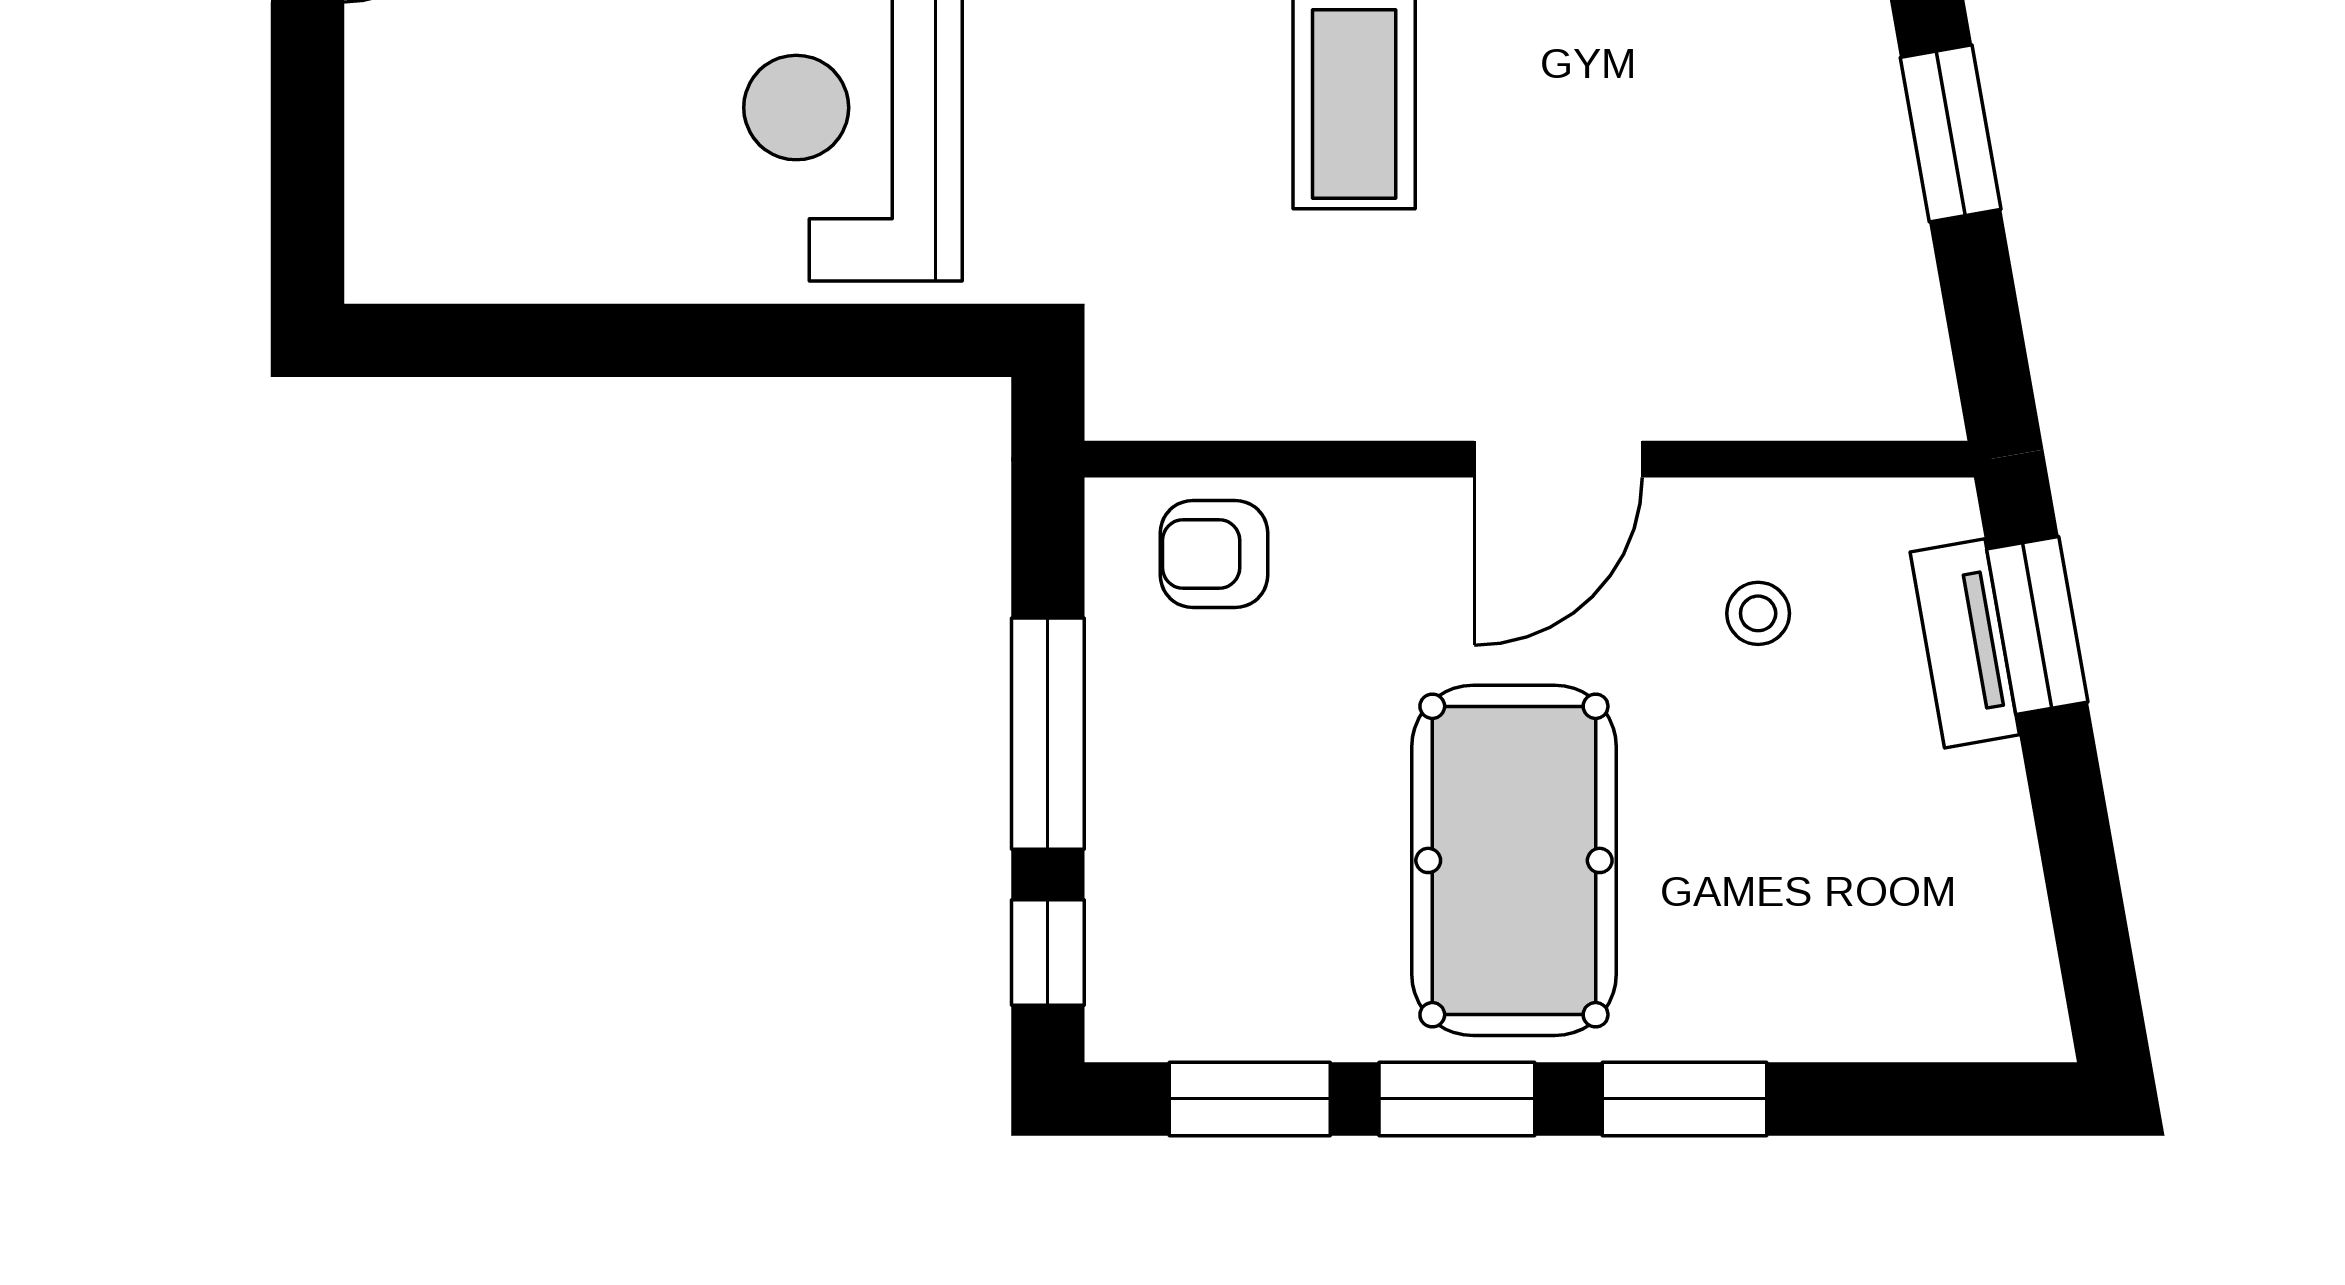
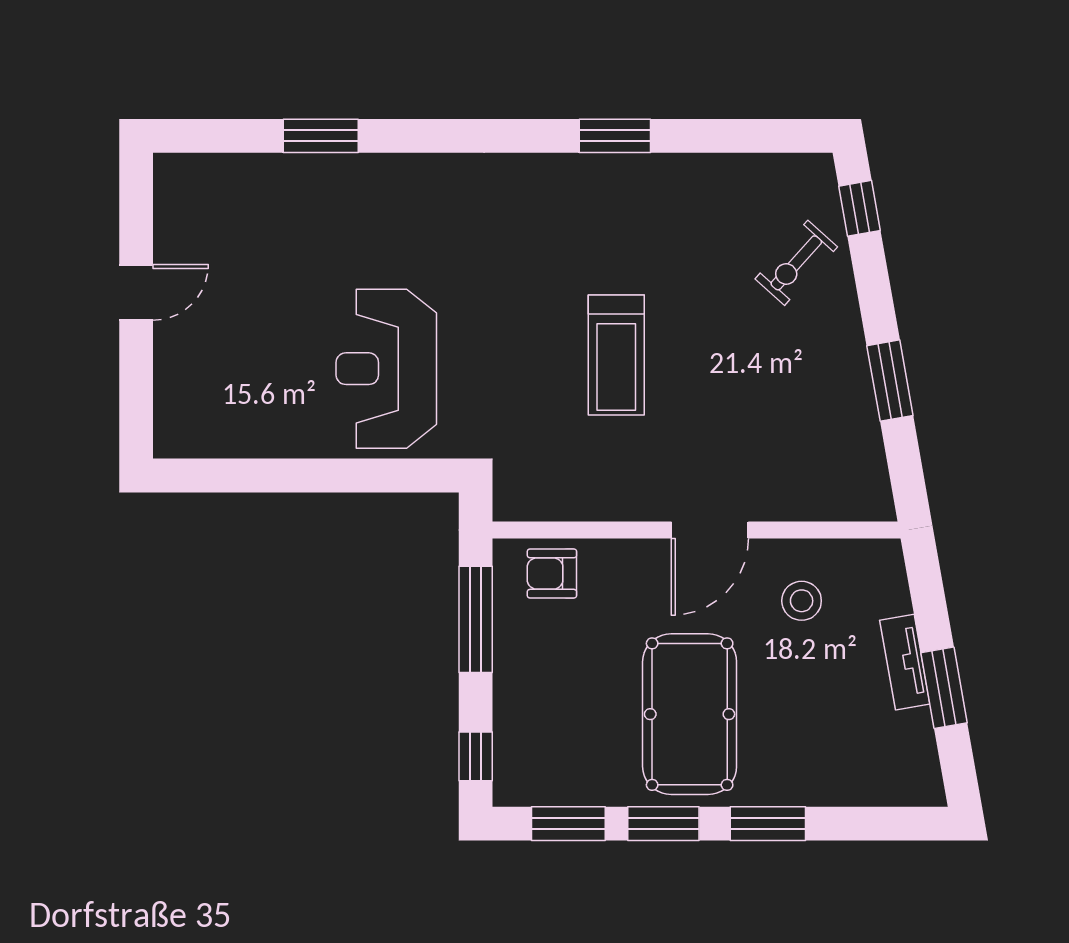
stool: (1758, 613) -> (802, 601), width x1.37, depth x1.37
window: (2037, 625) -> (944, 688), moved
tv unit: (1965, 643) -> (905, 662), moved
window: (1048, 734) -> (476, 619), moved

